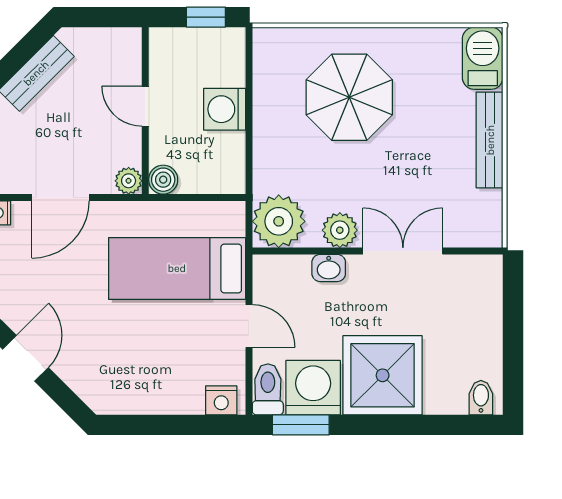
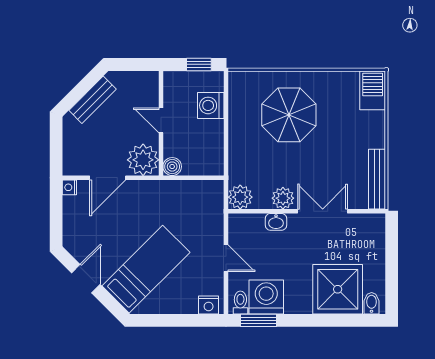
washing machine: (225, 109) -> (211, 105), moved
bench: (490, 140) -> (377, 179), moved
plant: (129, 181) -> (143, 160), width x1.87, depth x1.87
plant: (279, 221) -> (240, 197), width x0.73, depth x0.73
bed: (177, 268) -> (146, 269), moved, turned 135
shower: (383, 375) -> (338, 289), moved
toilet: (268, 389) -> (240, 303), width x0.73, depth x0.72

